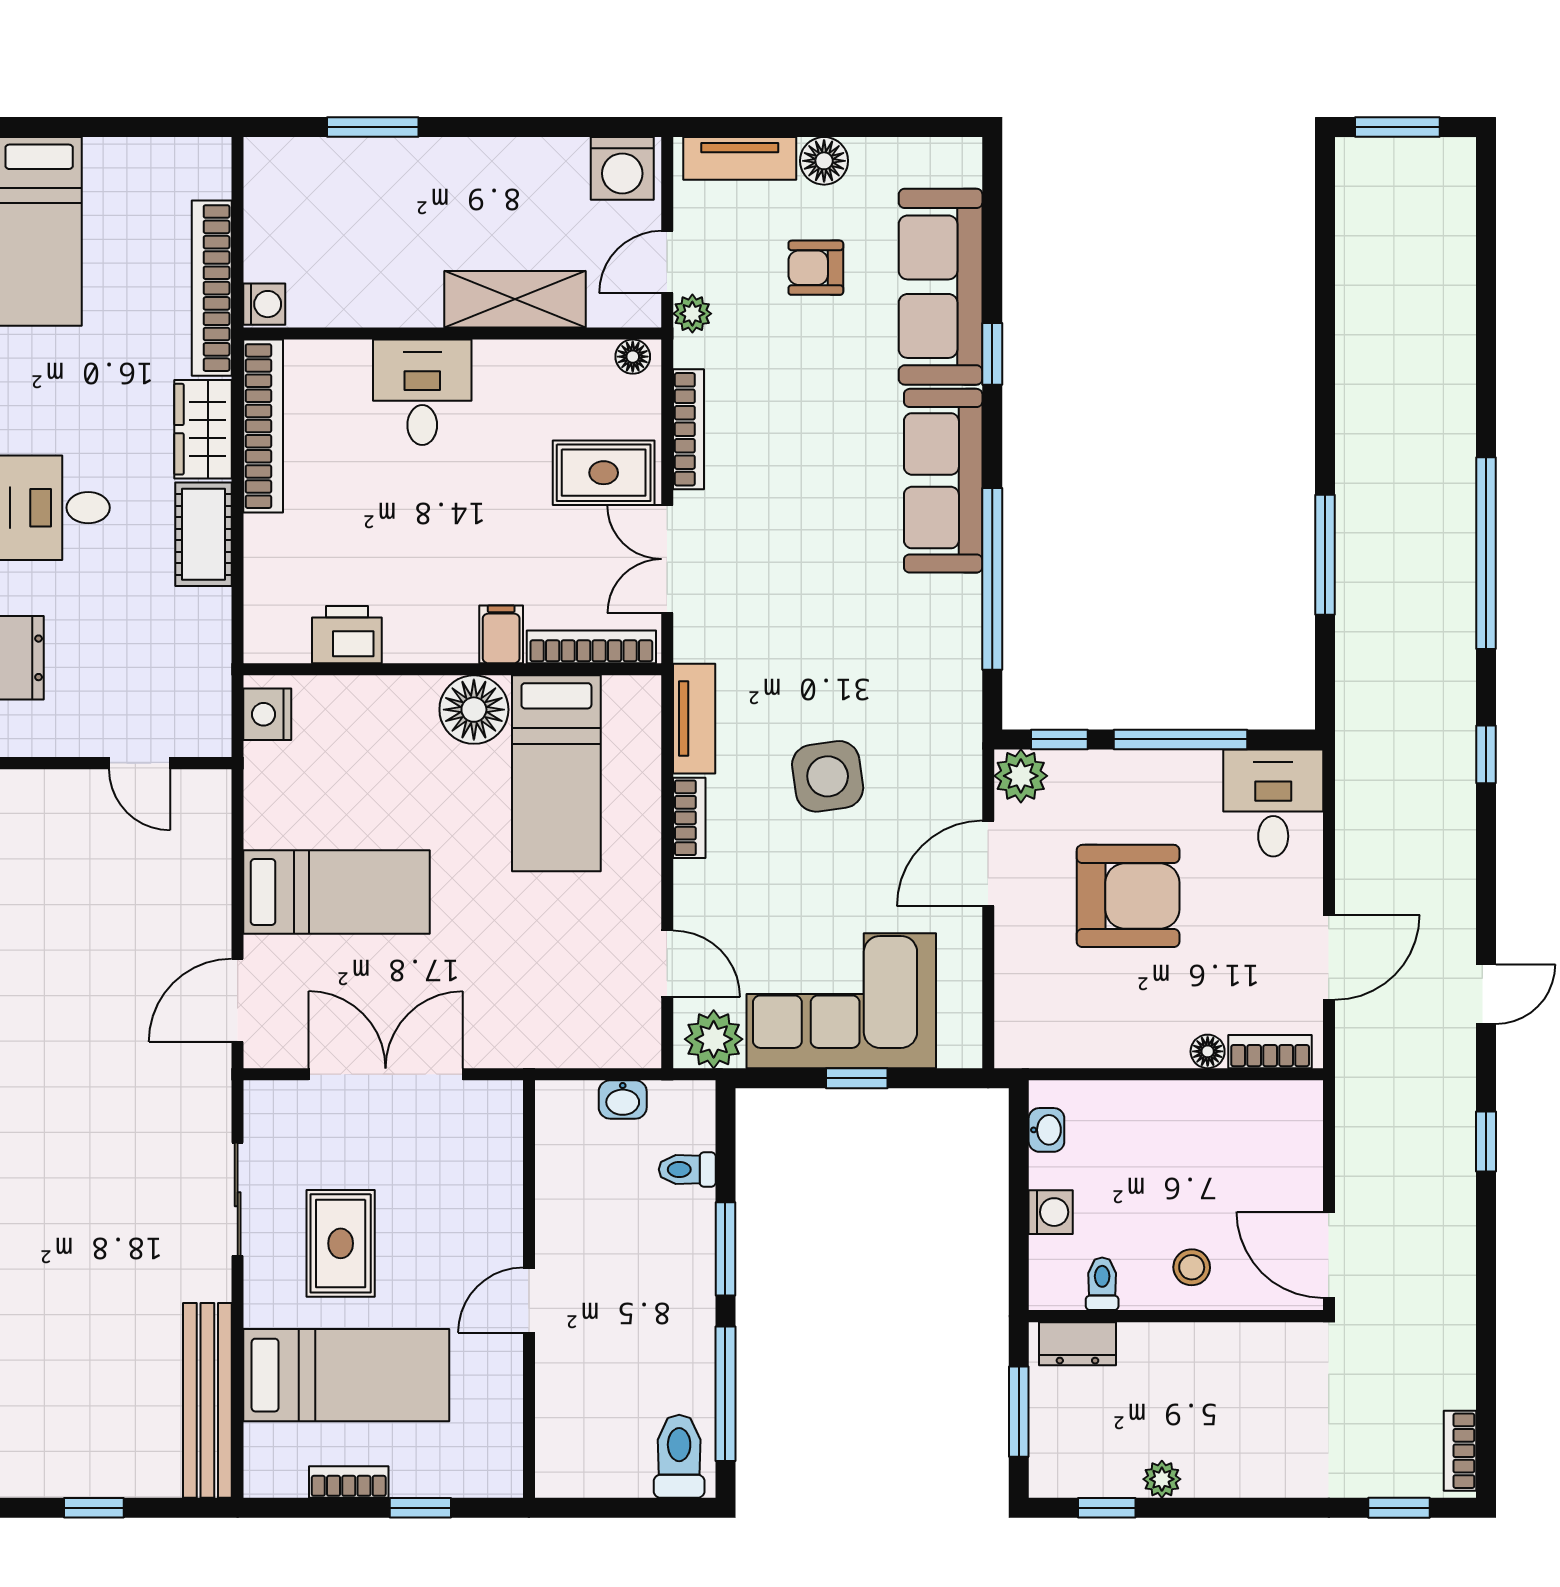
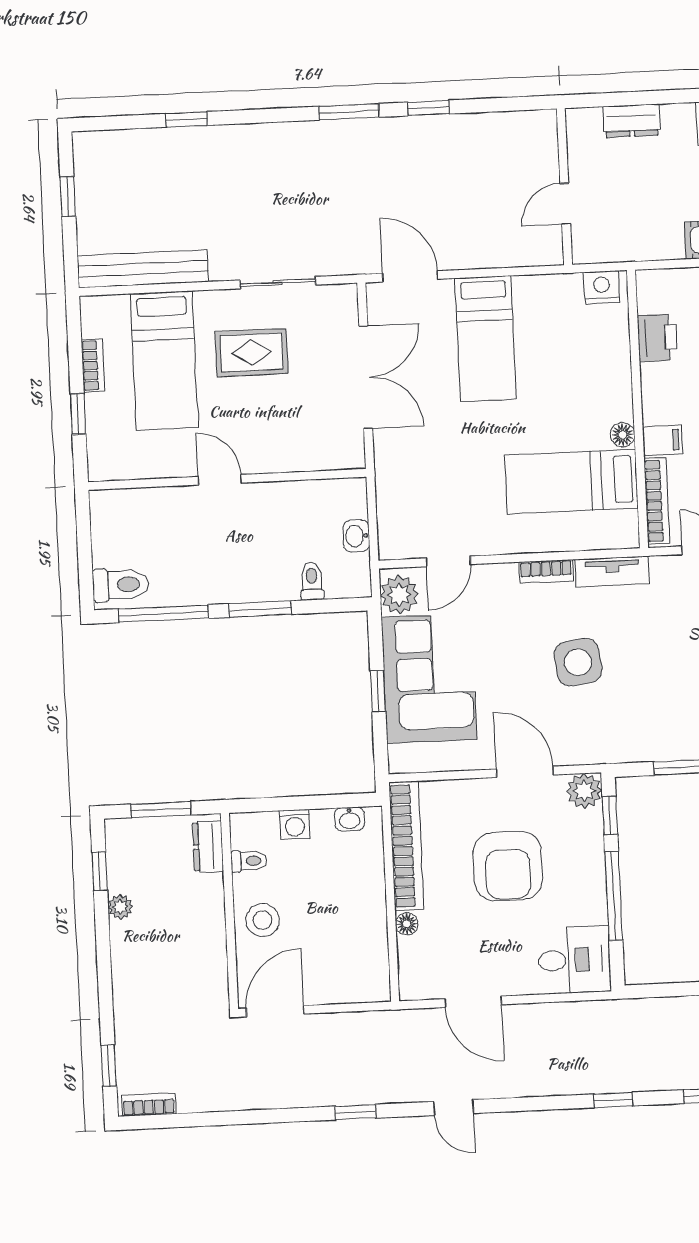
floor lamp: (474, 710) -> (623, 435), width x0.53, depth x0.53
bookcase: (1270, 1052) -> (406, 846), moved, width x2.31, depth x1.31
stool: (1192, 1267) -> (262, 920), width x1.37, depth x1.37

